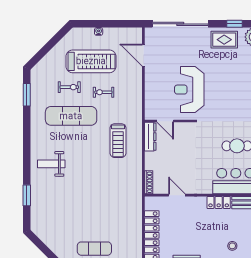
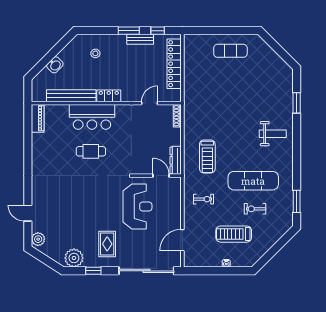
rug: (224, 40) -> (107, 244), moved, turned 90
door: (143, 55) -> (182, 240), swing flipped
treadmill: (91, 61) -> (234, 234), width x0.73, depth x0.73
exercise bike: (103, 92) -> (203, 199), moved
treadmill: (118, 141) -> (207, 157), turned 180
door: (177, 195) -> (150, 103), swing flipped

